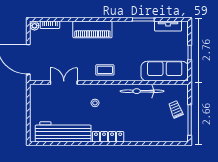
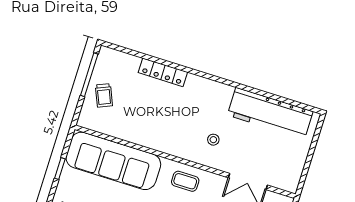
sofa: (165, 71) -> (113, 161), width x1.36, depth x1.27
bicycle: (142, 91) -> (143, 136), removed
locker: (108, 137) -> (163, 72), moved

